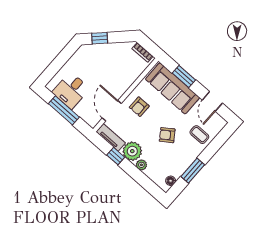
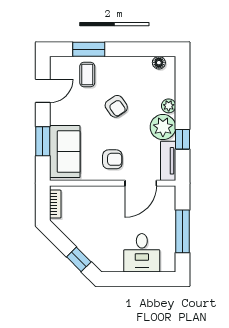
sofa: (173, 88) -> (65, 152), width x0.73
desk: (71, 90) -> (142, 253), moved, turned 90
window: (193, 171) -> (89, 49), moved

